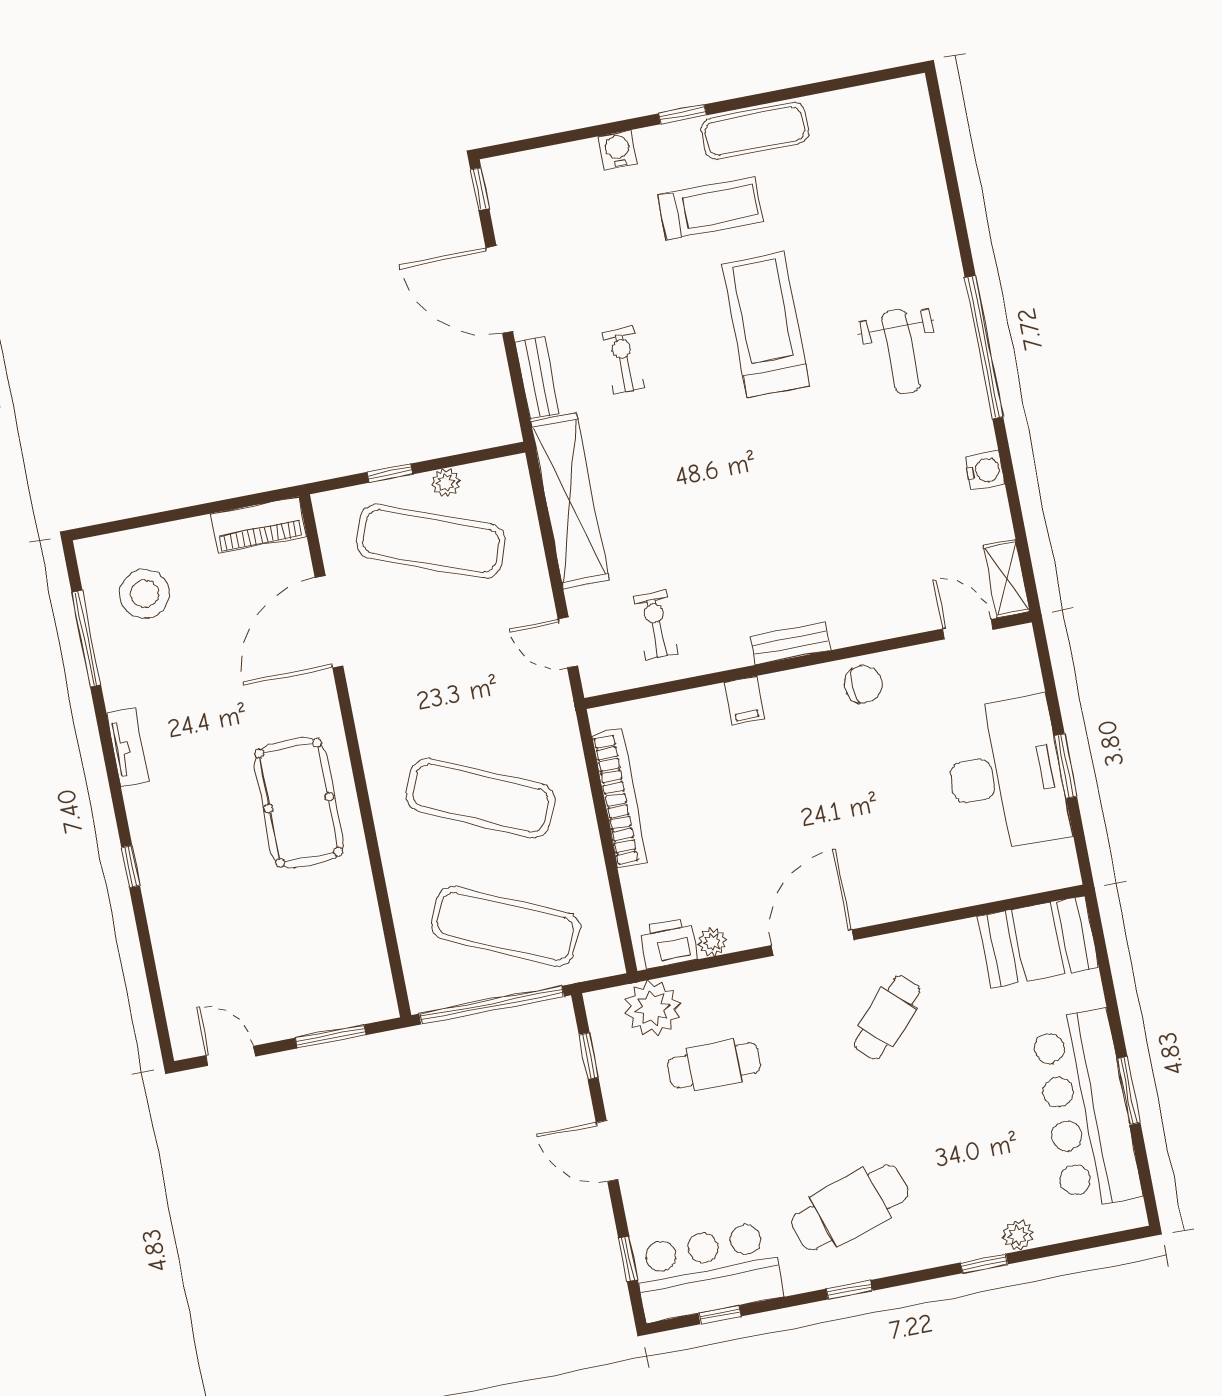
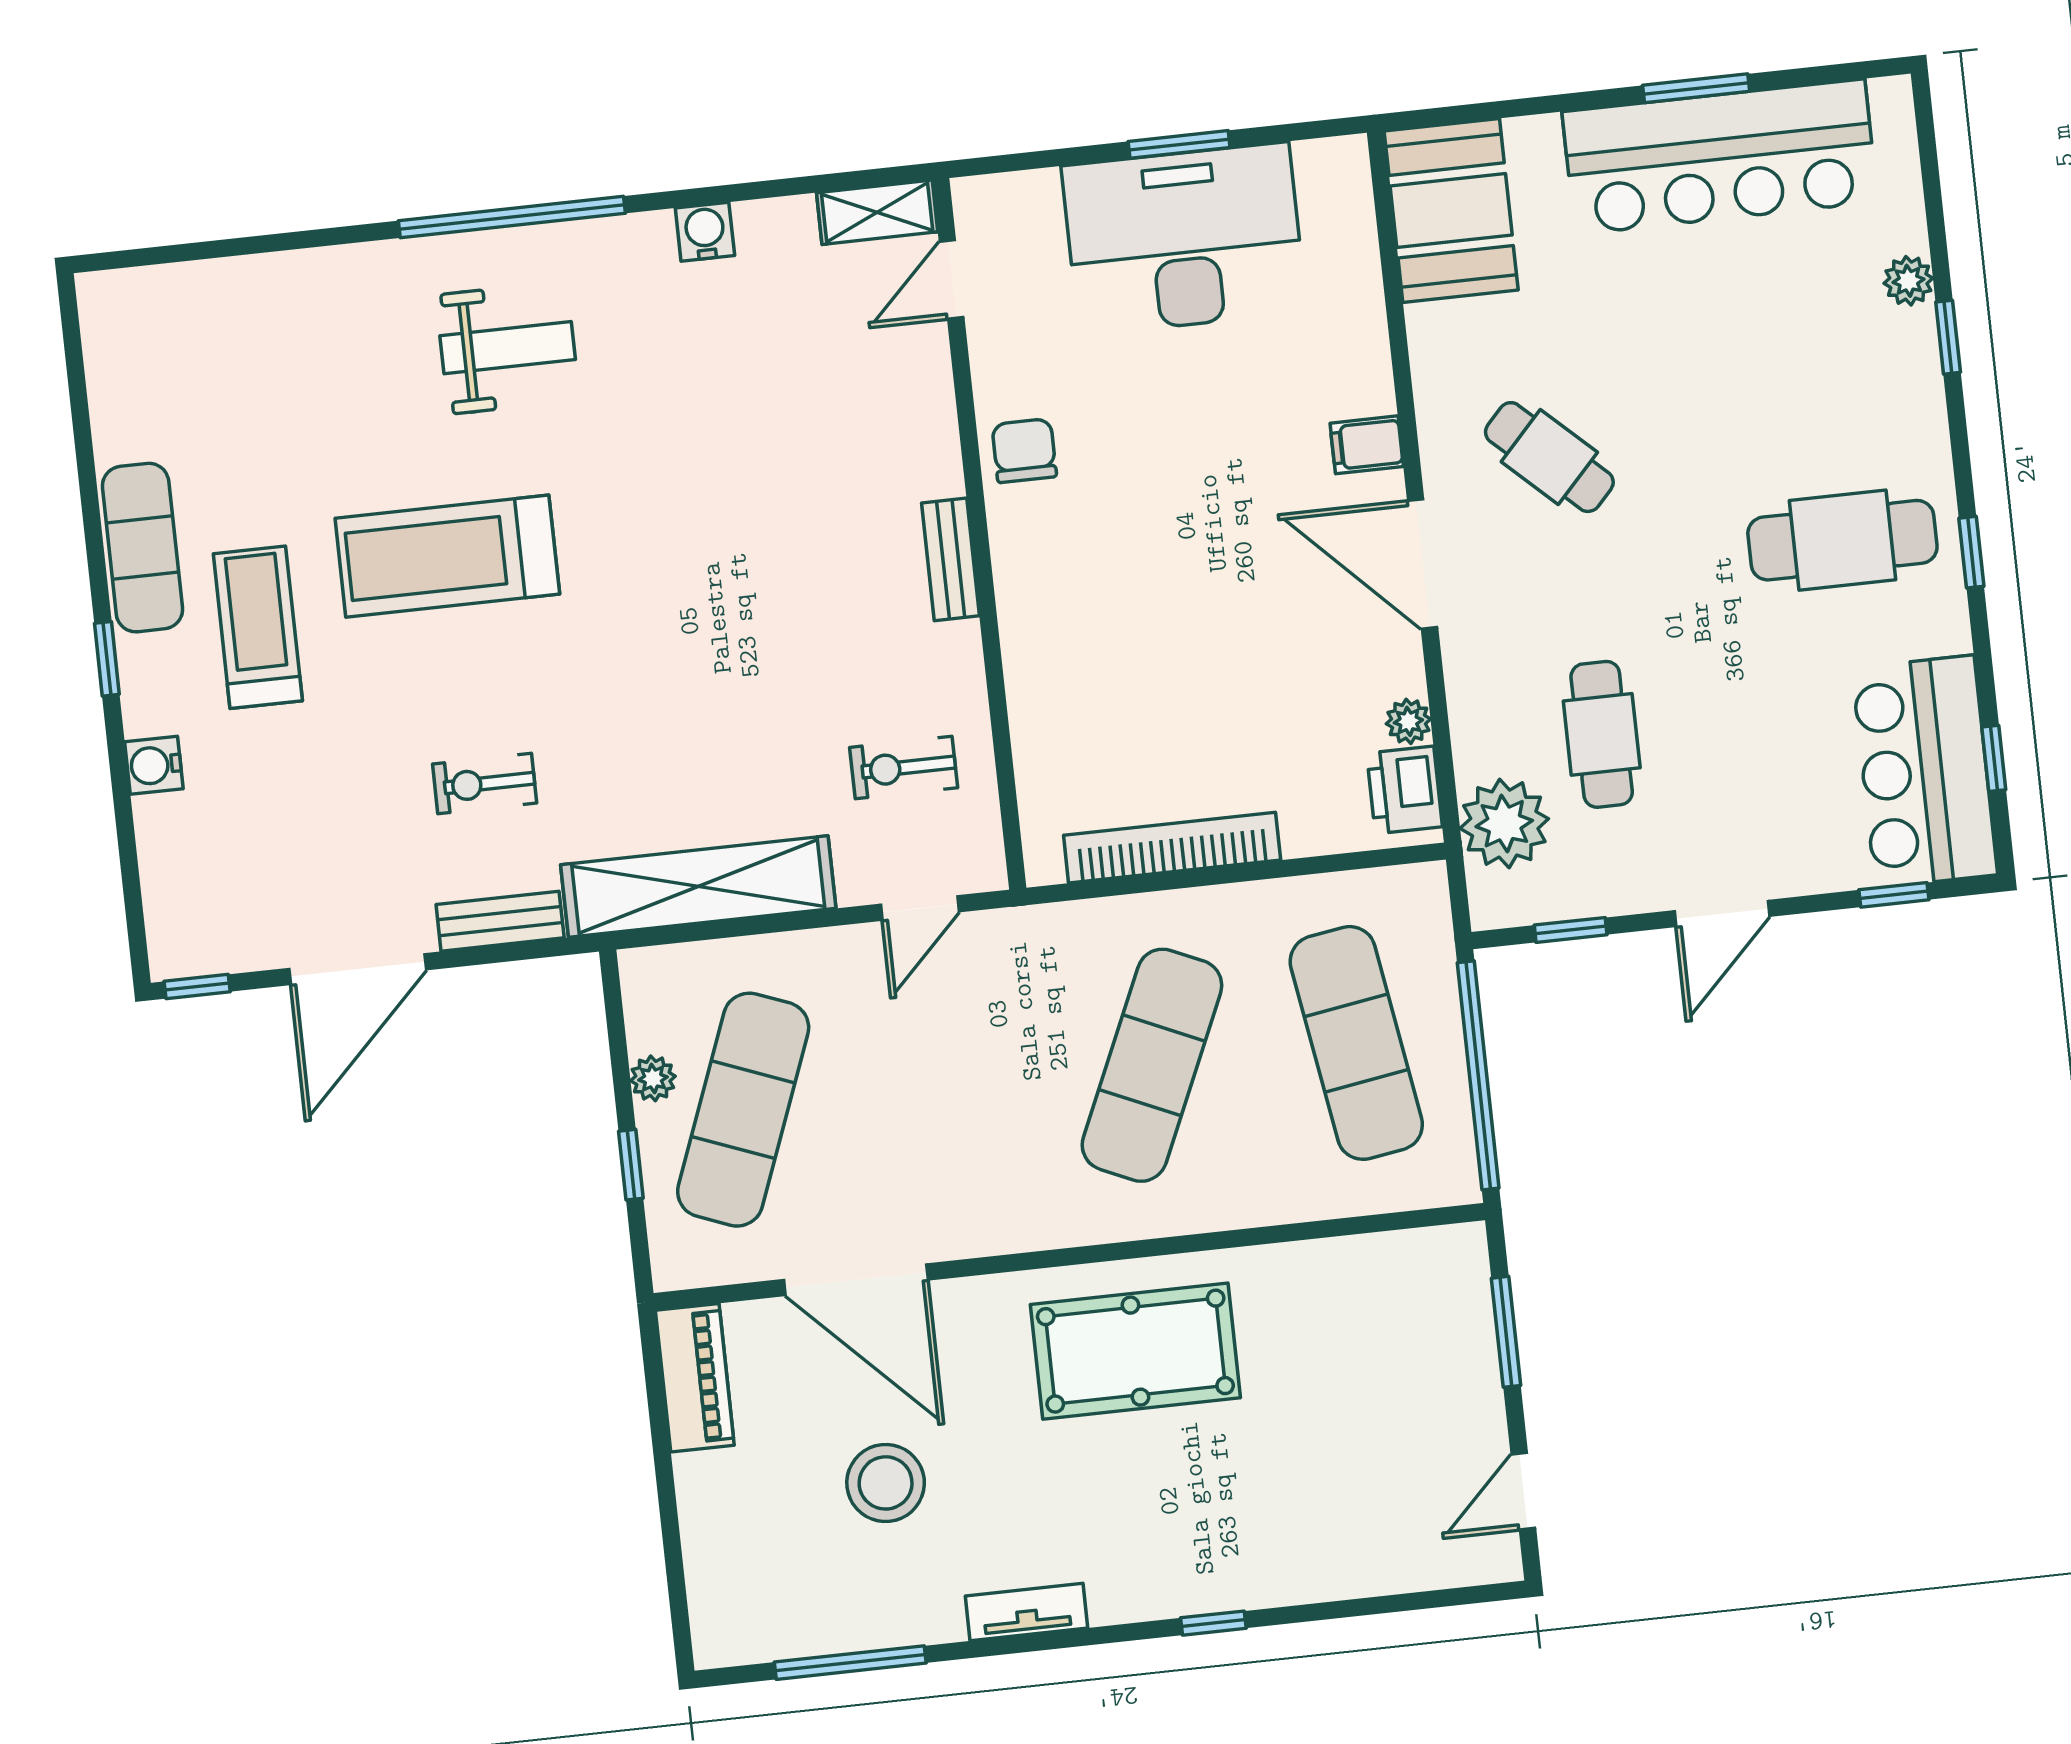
stool: (145, 594) -> (886, 1483), moved
filing cabinet: (744, 700) -> (1367, 445), moved, turned 180
exercise mat: (506, 926) -> (1356, 1043), turned -33
cafe table: (850, 1207) -> (1842, 540), turned -72

